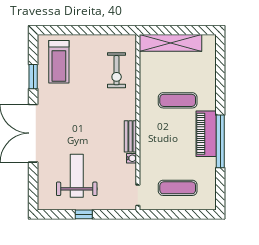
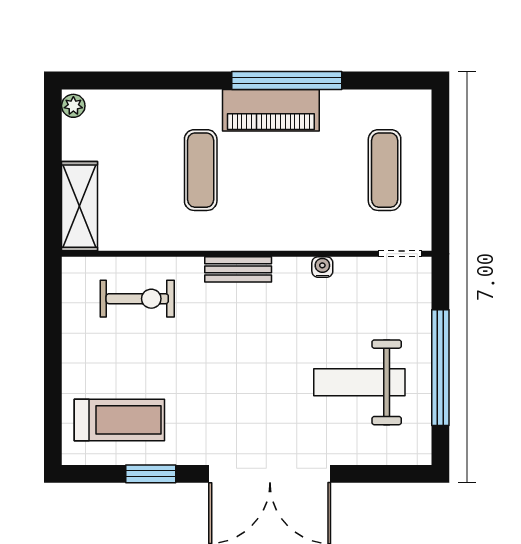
plant: (208, 40) -> (73, 106), added
shelving: (170, 43) -> (80, 206), width x0.68
bench: (130, 136) -> (238, 269), moved
window: (84, 214) -> (440, 368), width x3.17

